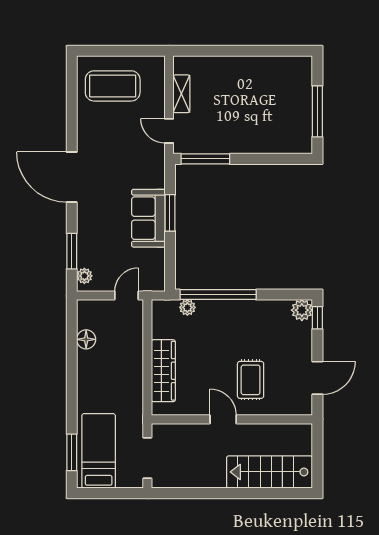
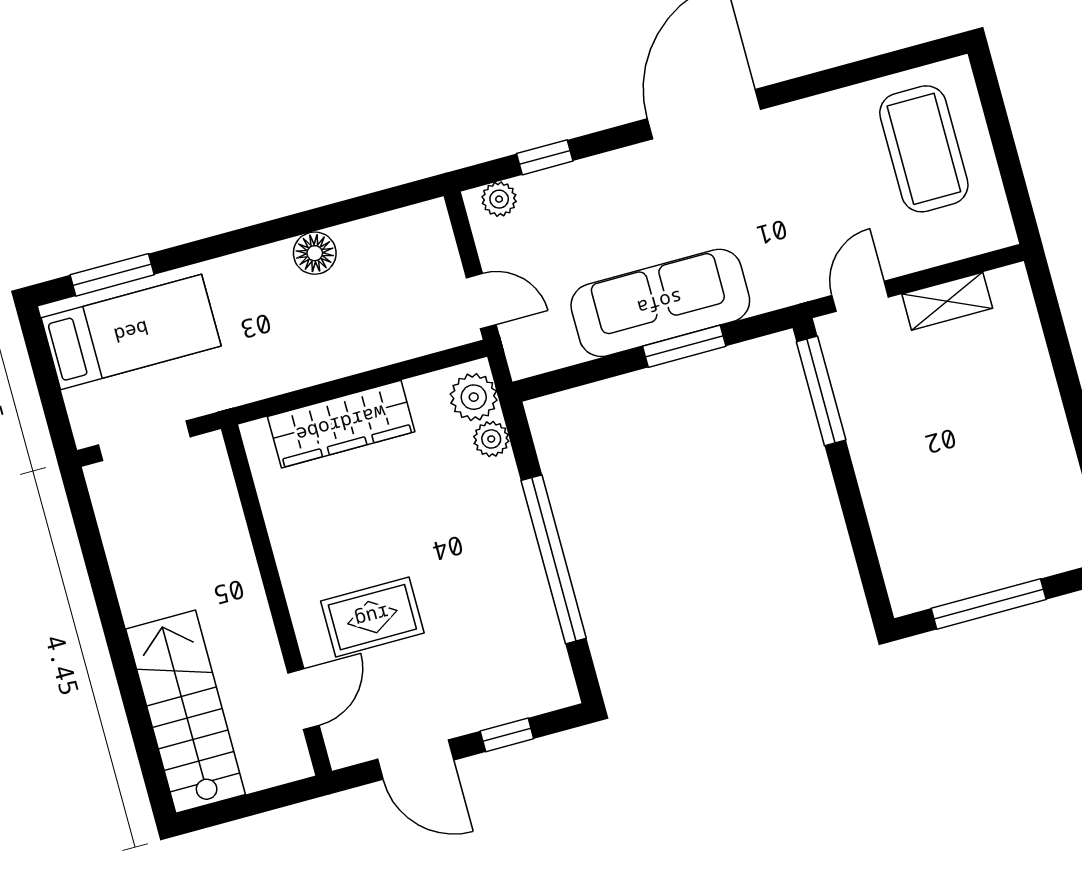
sofa: (148, 218) -> (660, 303), width x1.36
window: (72, 251) -> (545, 157), width x0.67
window: (218, 295) -> (554, 559), moved
plant: (302, 310) -> (474, 397), moved
window: (317, 318) -> (507, 735), moved
floor lamp: (86, 339) -> (315, 253), moved
door: (223, 419) -> (304, 699), moved

